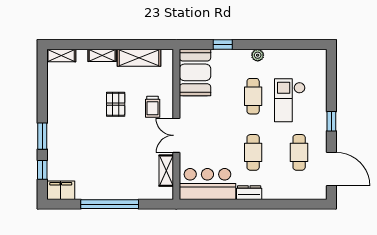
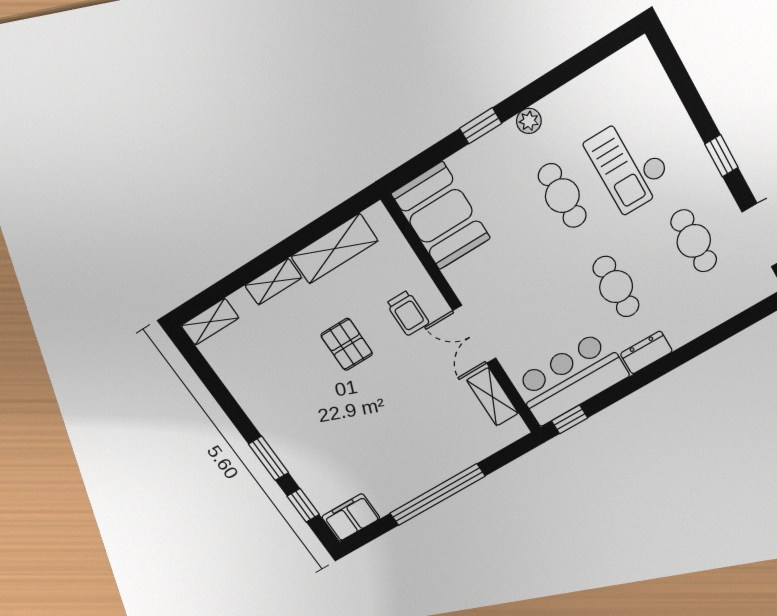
window: (223, 44) -> (481, 126), moved
window: (195, 204) -> (570, 419), added

